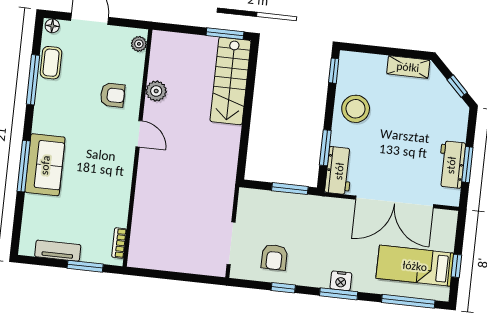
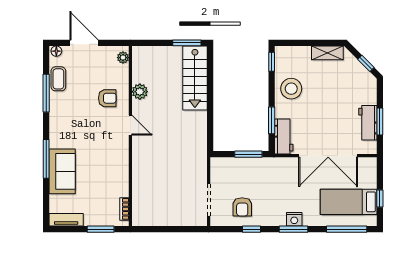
sofa: (45, 165) -> (62, 171), moved
tv unit: (58, 251) -> (66, 220), moved

